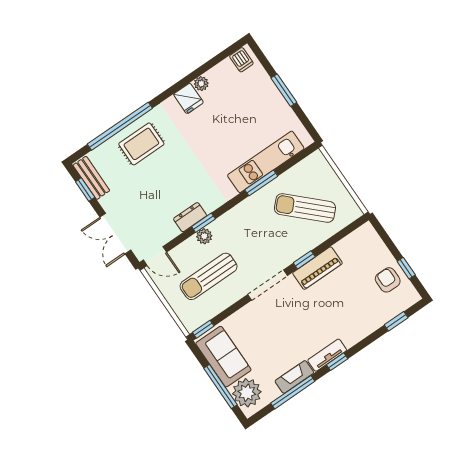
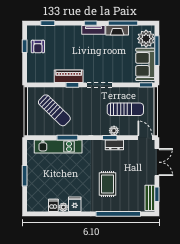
dishwasher: (241, 60) -> (53, 205), moved
rug: (141, 144) -> (108, 184), moved, turned 90

